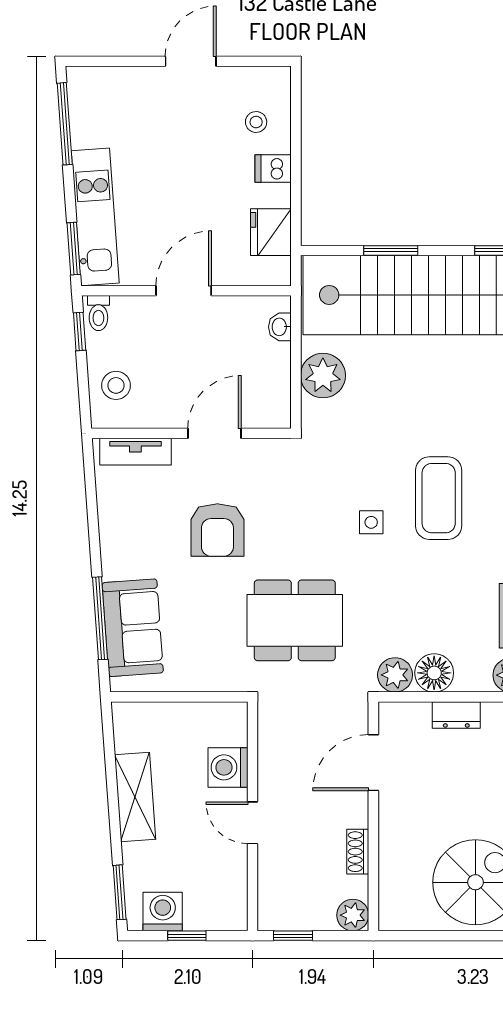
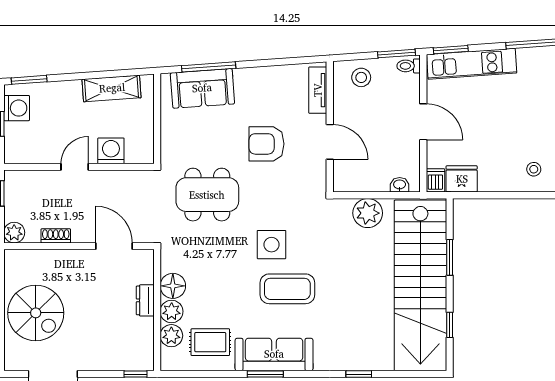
dishwasher: (273, 169) -> (435, 180), moved
window: (80, 332) -> (397, 54), width x1.50
side table: (371, 522) -> (272, 245), width x1.87, depth x1.87
dining table: (295, 620) -> (207, 195), turned 90
plant: (395, 675) -> (172, 311), moved
shelving: (135, 797) -> (112, 88), moved

